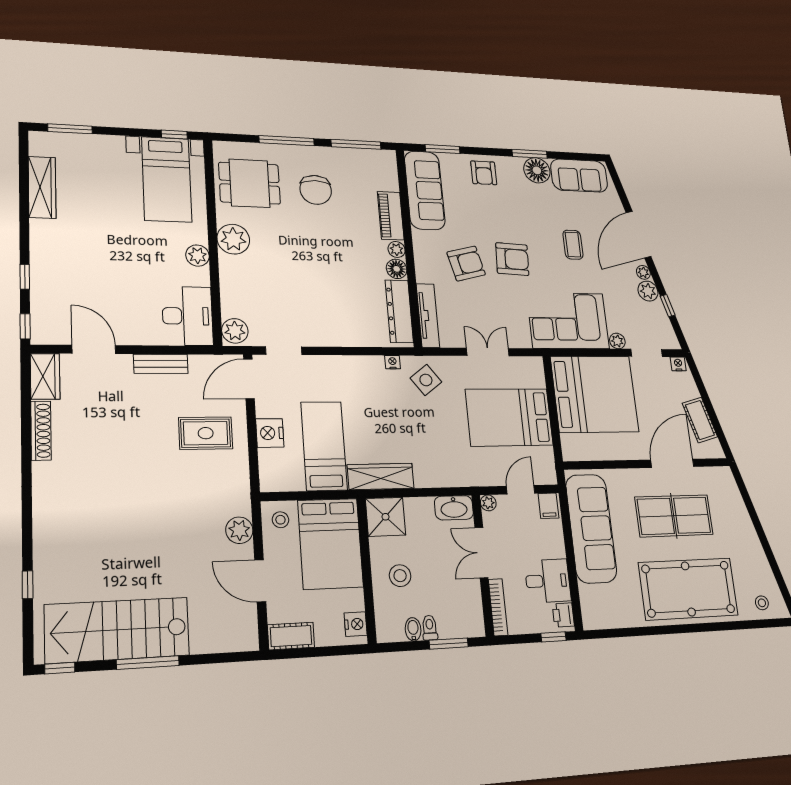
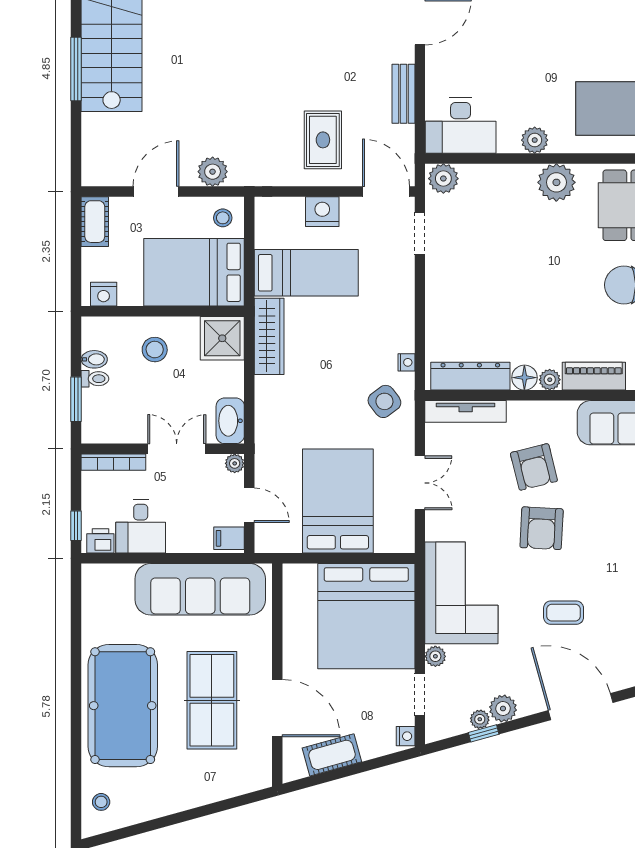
plant: (643, 272) -> (480, 719), moved

